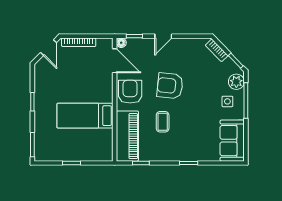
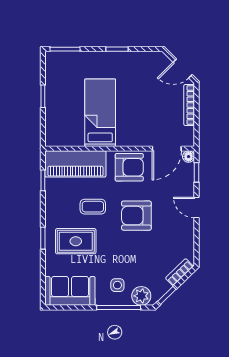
armchair: (170, 86) -> (136, 216), turned -96
rug: (191, 136) -> (76, 241), added

